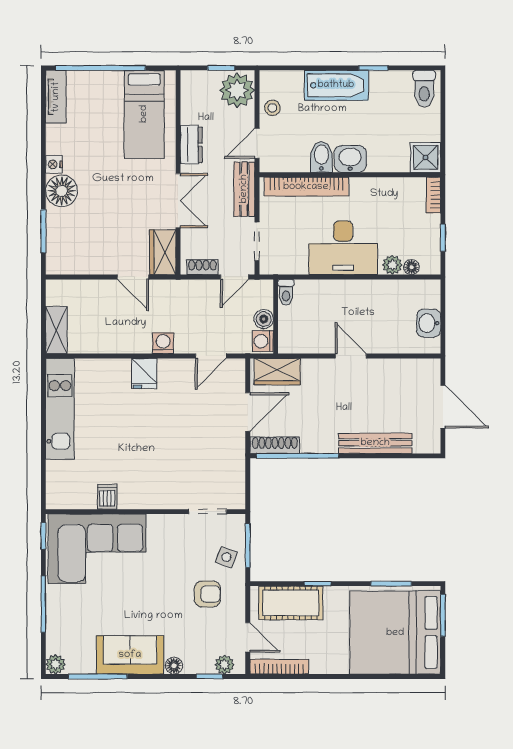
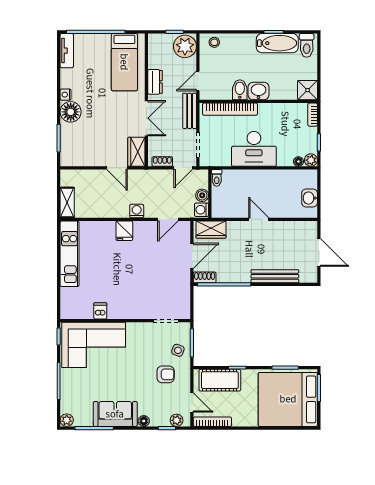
bathtub: (336, 85) -> (277, 43), moved
stool: (272, 108) -> (214, 42), moved
plant: (392, 265) -> (311, 160), moved
shoe rack: (275, 445) -> (205, 277), width x0.70

